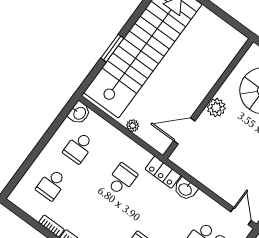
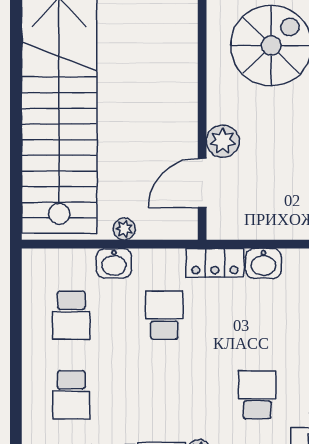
window: (112, 48) -> (16, 141), removed
plant: (216, 108) -> (223, 141), moved
washbasin: (79, 113) -> (114, 263), moved, turned 90

